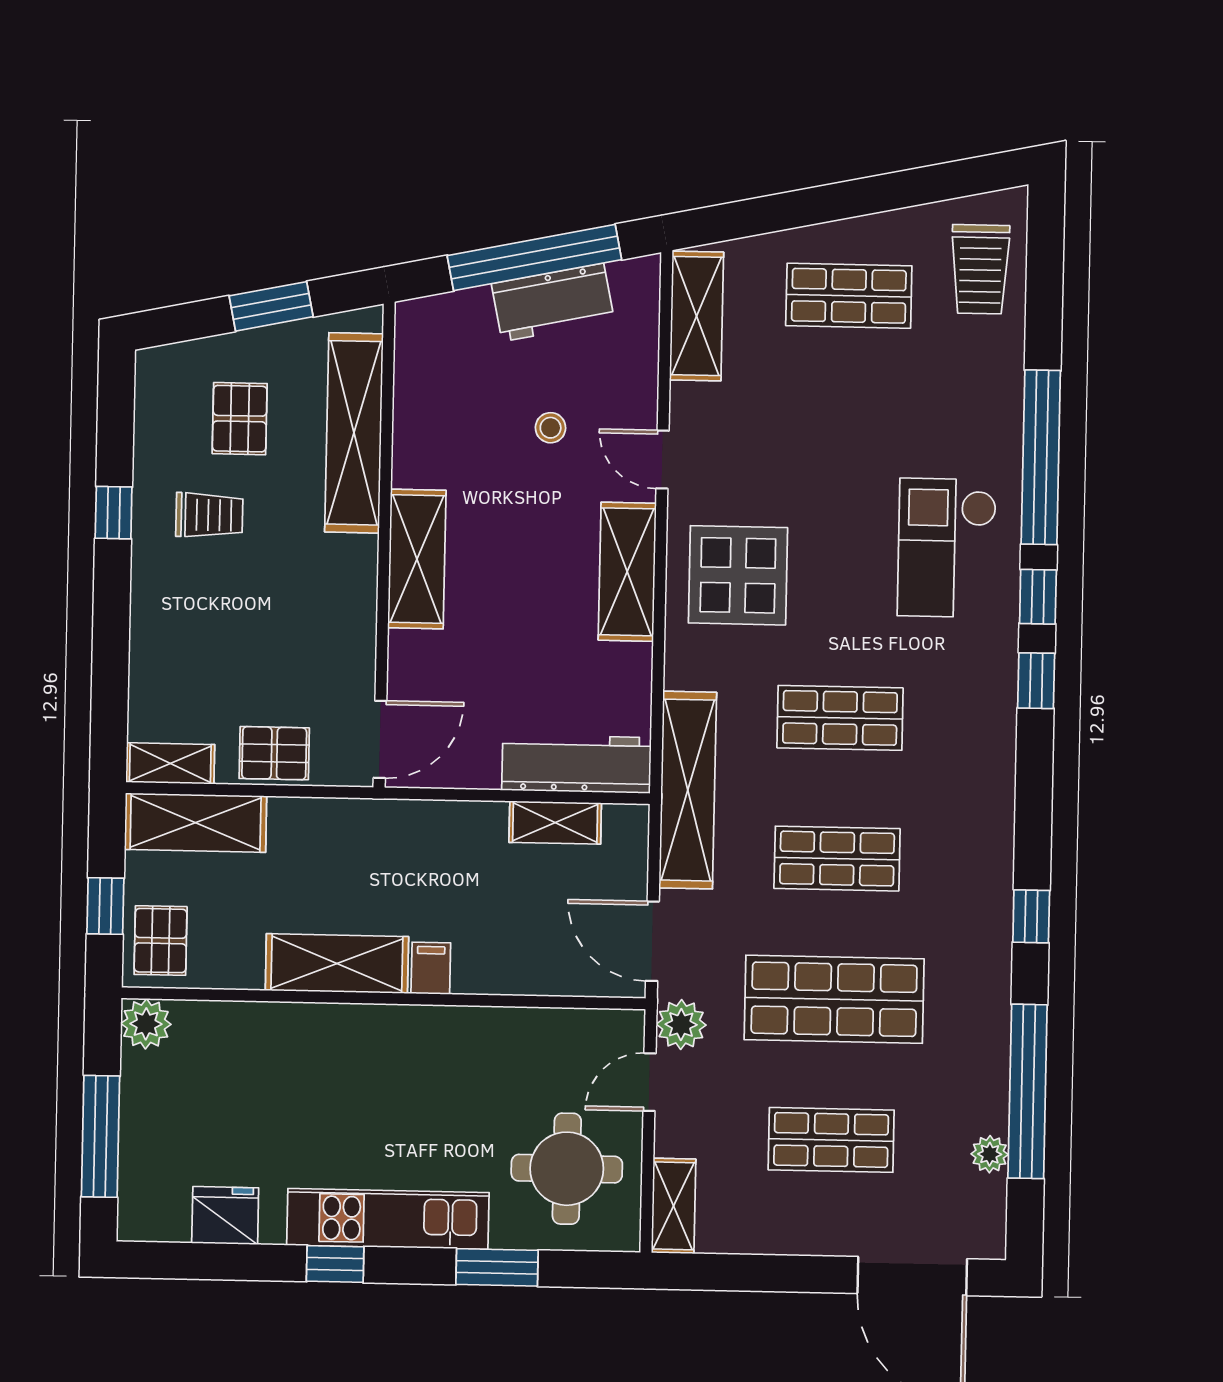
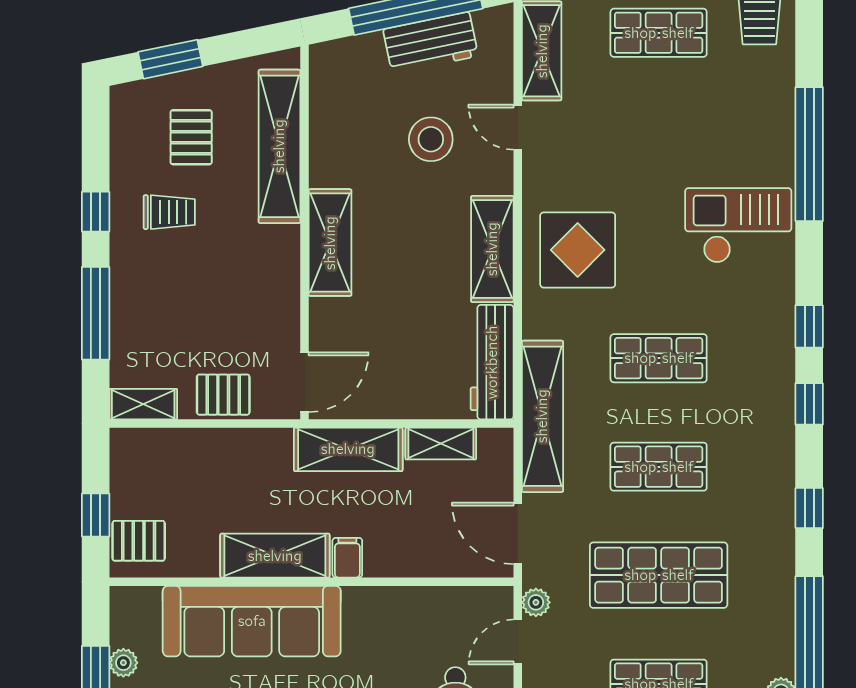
window: (271, 306) -> (170, 59), moved
stool: (551, 428) -> (431, 139), width x1.89, depth x1.89
door: (663, 460) -> (518, 127), moved
checkout: (947, 548) -> (738, 225), turned 90
window: (1038, 597) -> (809, 404), moved
window: (111, 644) -> (96, 313), added
workbench: (577, 764) -> (492, 362), moved, turned -90
shelving: (196, 823) -> (348, 449), moved
pallet: (161, 941) -> (139, 541), turned 90
plant: (146, 1024) -> (123, 663), moved, width x0.73, depth x0.73
plant: (681, 1025) -> (536, 602), width x0.73, depth x0.73
sofa: (305, 1048) -> (252, 621), added

